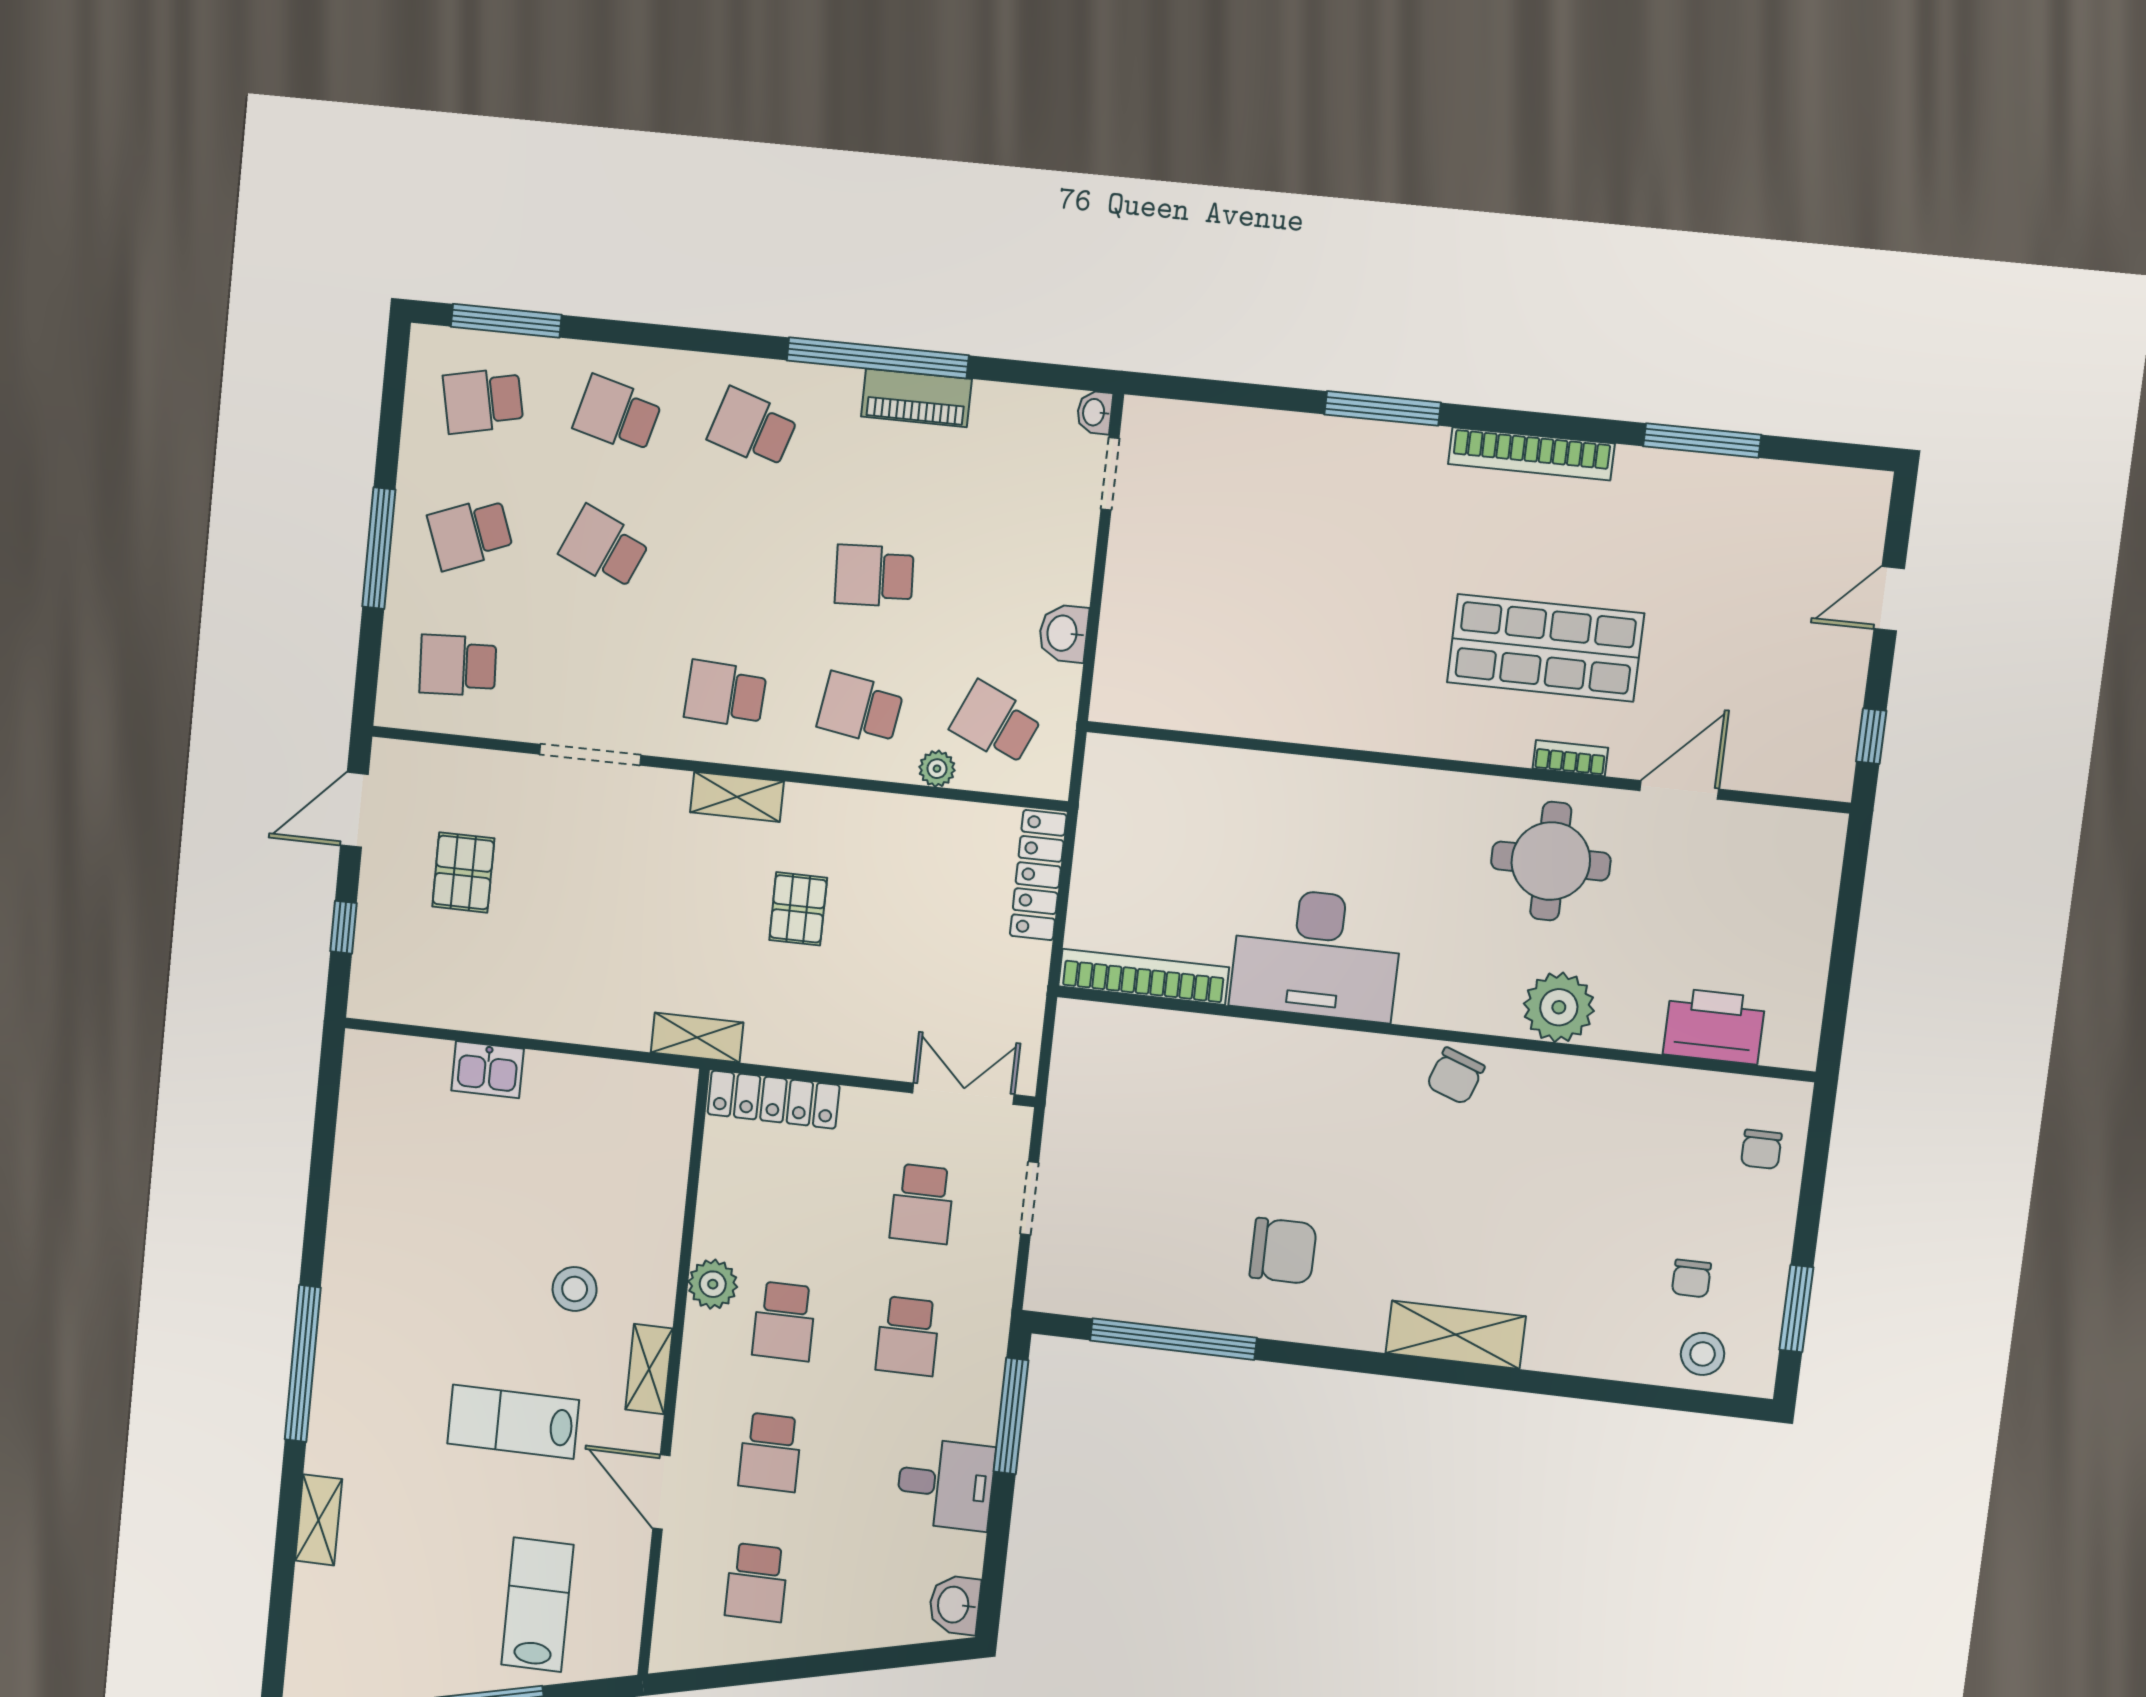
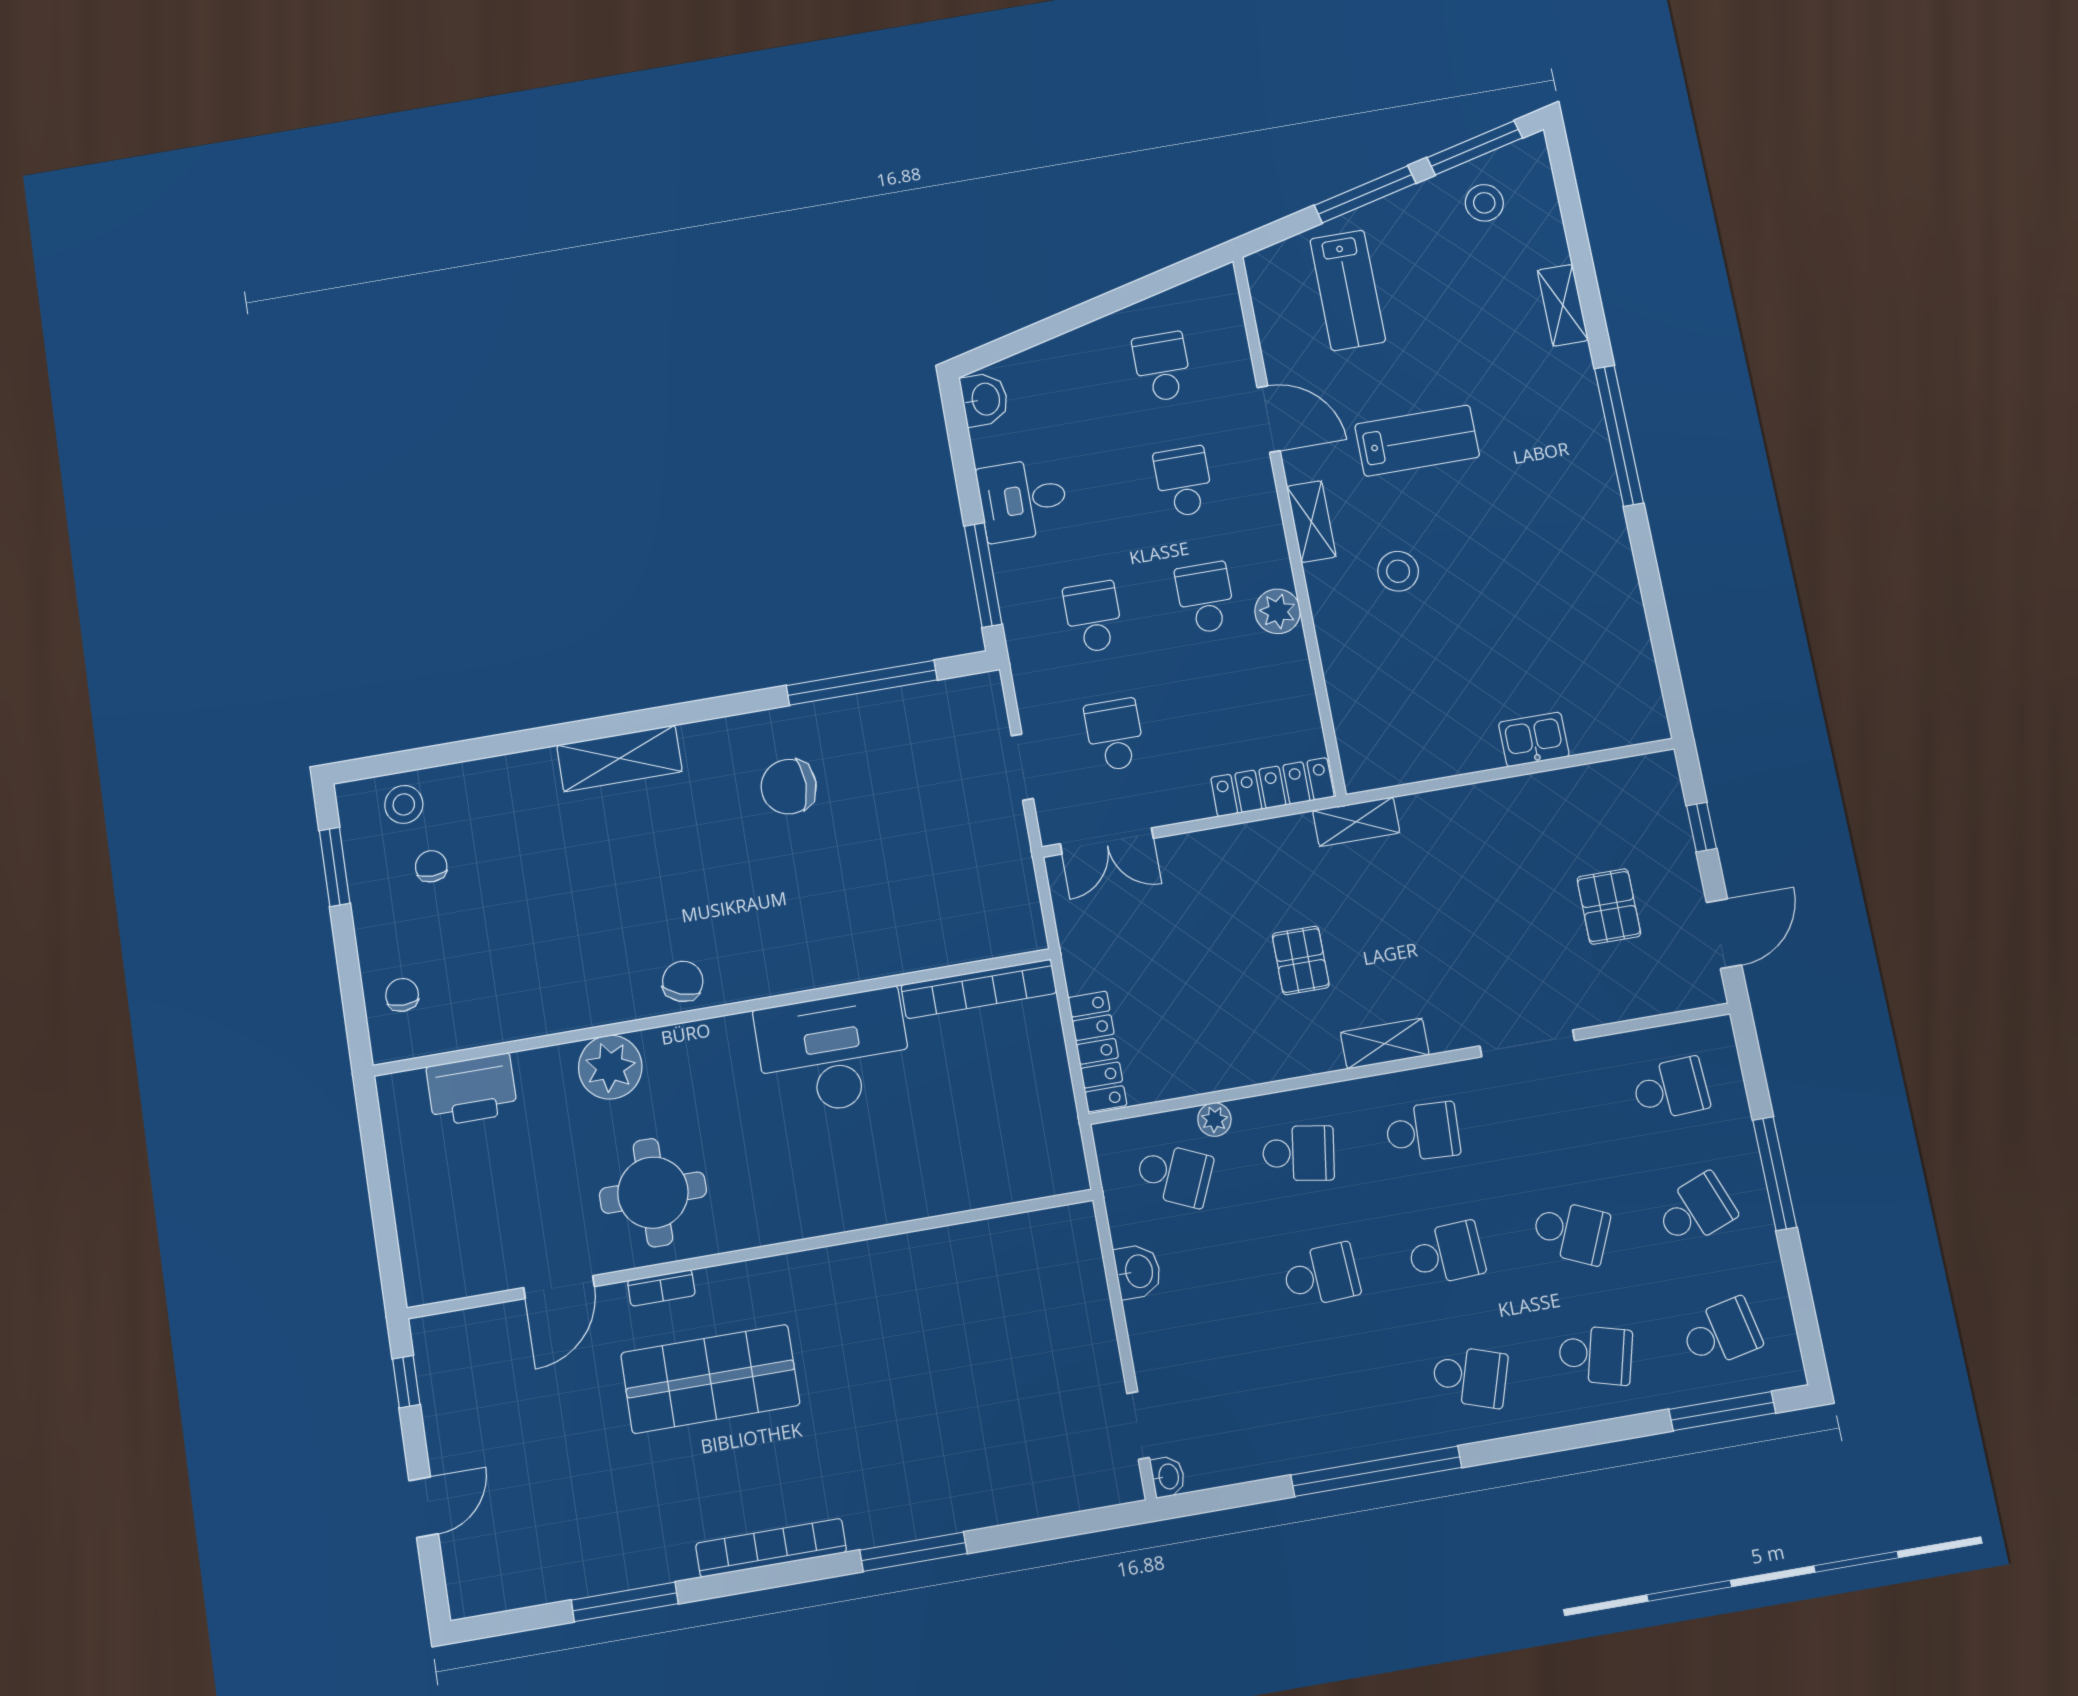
piano: (916, 398) -> (1331, 1445), removed
school desk: (739, 561) -> (1446, 1253), added
stool: (367, 1655) -> (1484, 203), added

